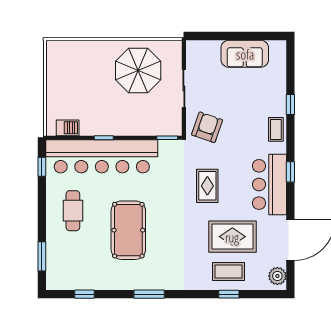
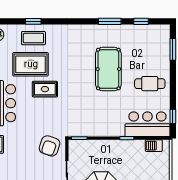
bar counter: (102, 156) -> (147, 124), width x0.54
rug: (207, 186) -> (45, 89), moved, turned 90
cafe table: (73, 211) -> (150, 84), turned 90
window: (149, 294) -> (110, 21), moved

